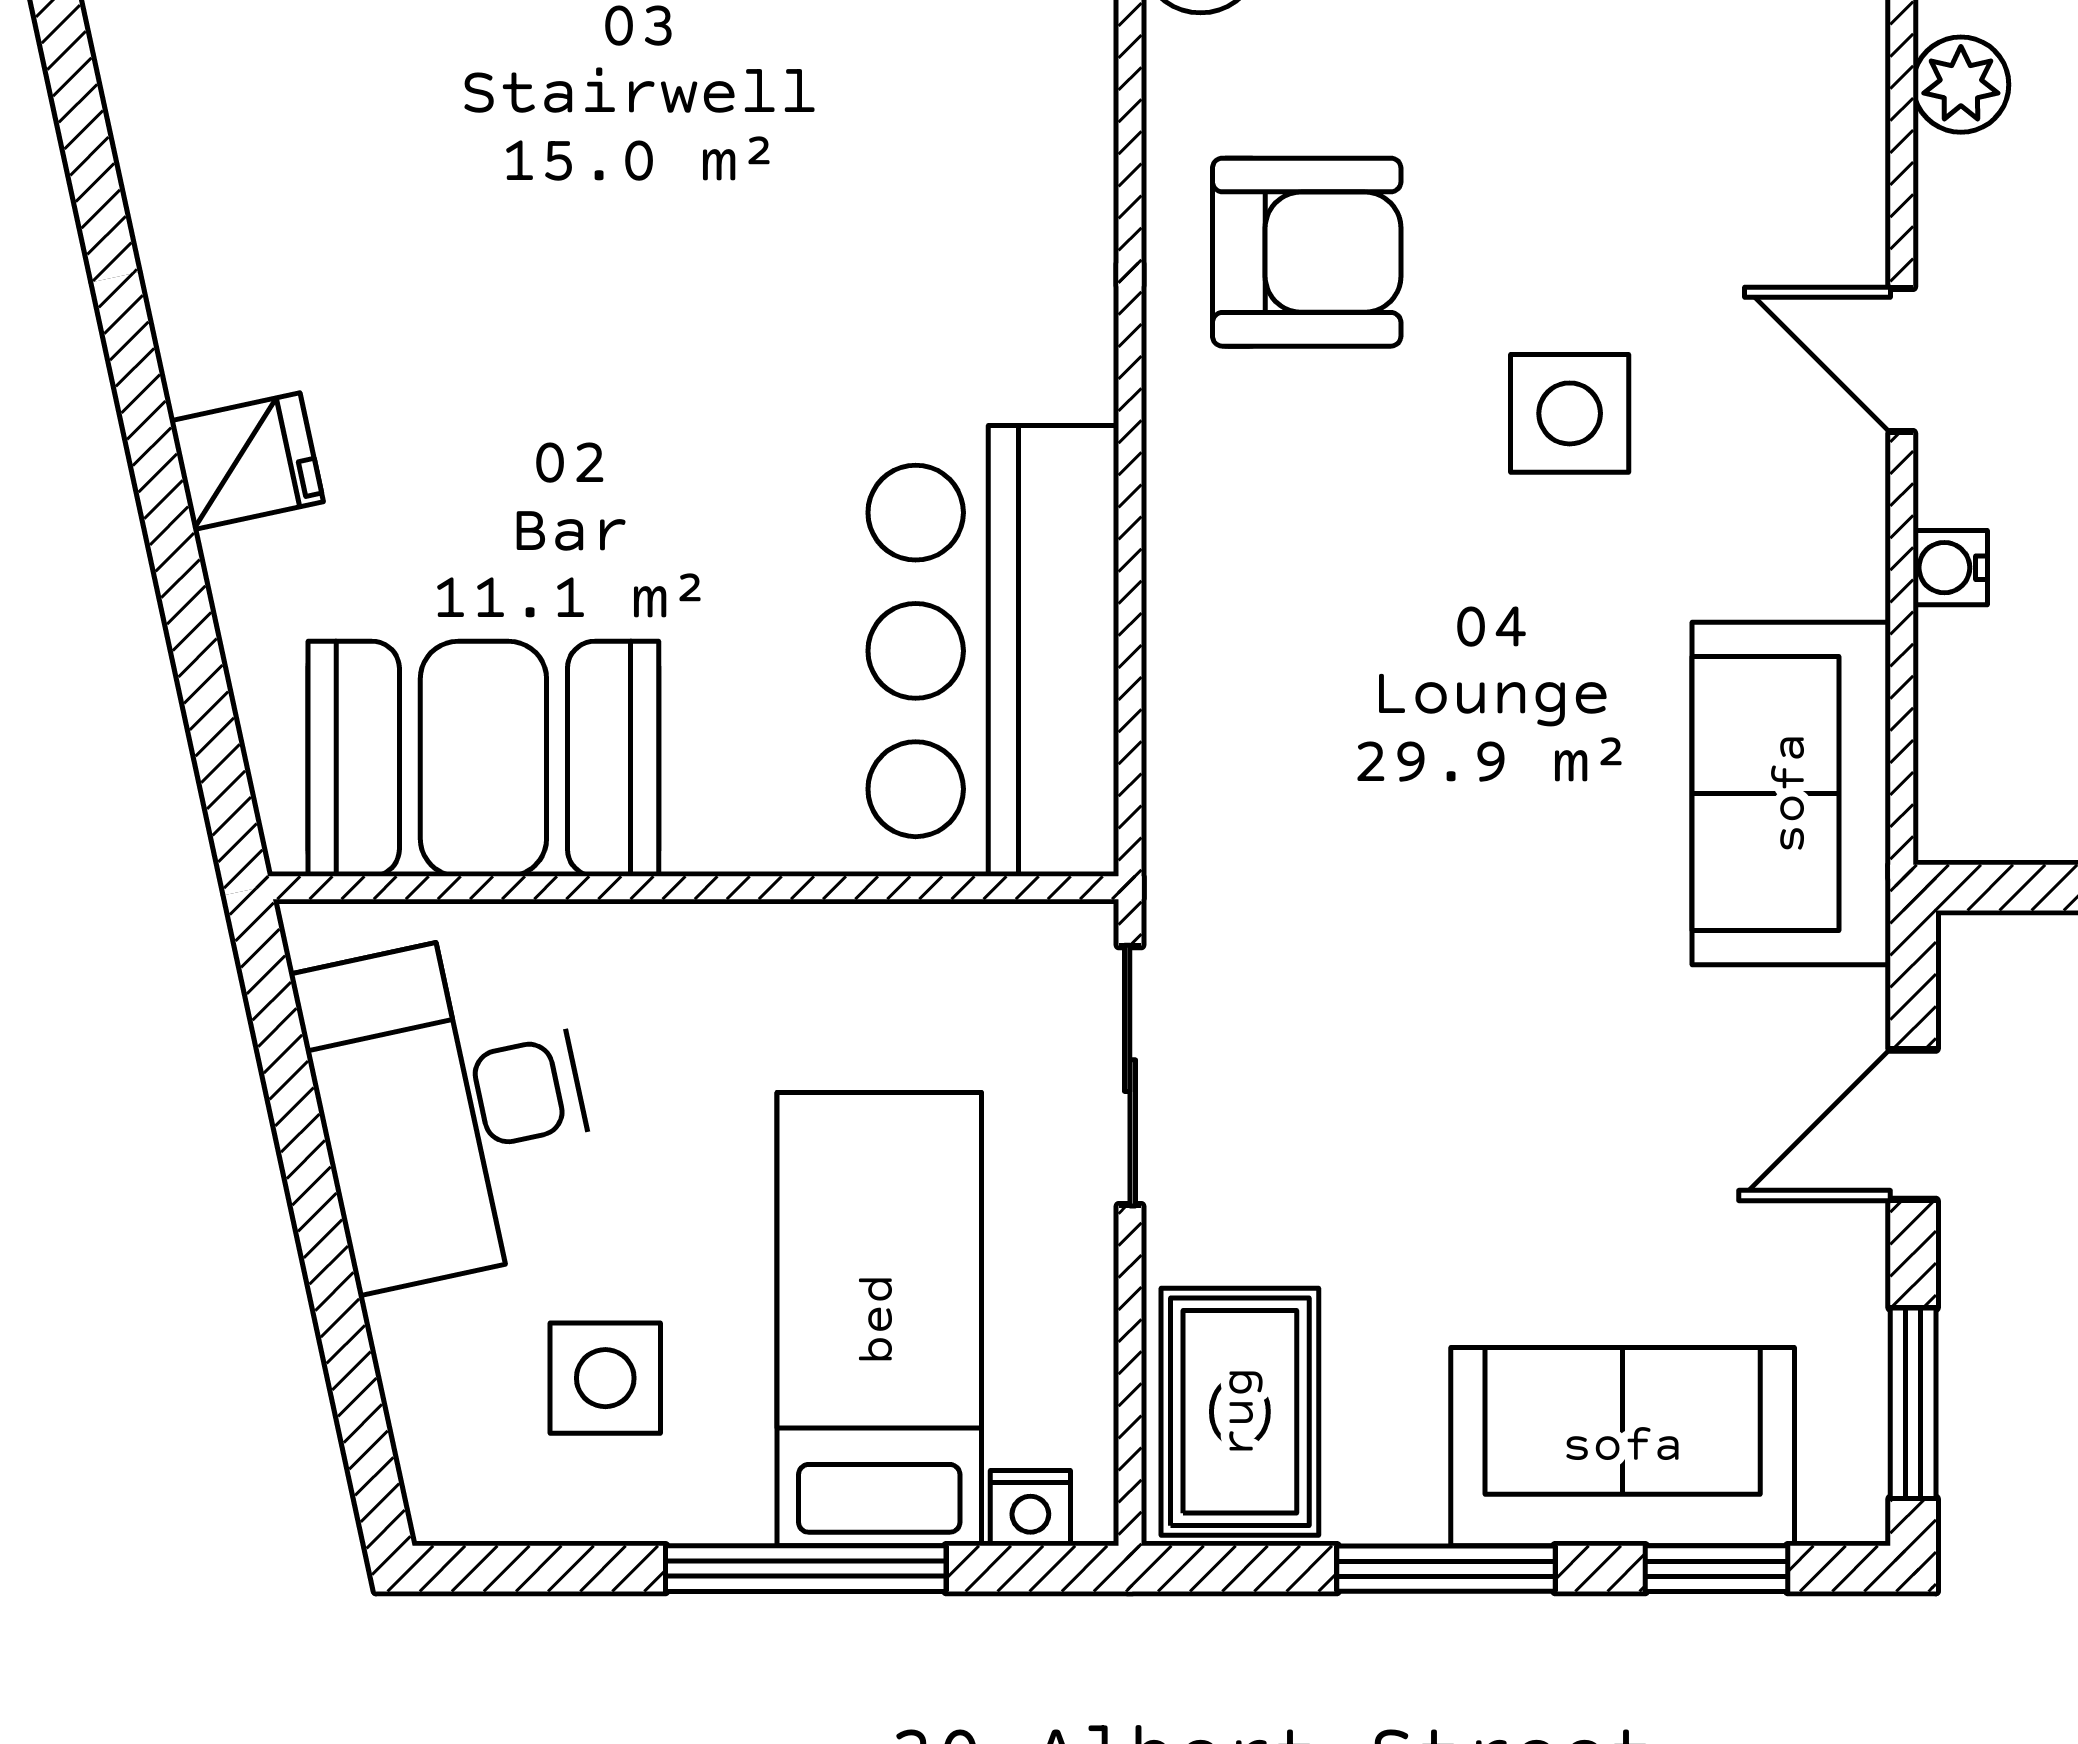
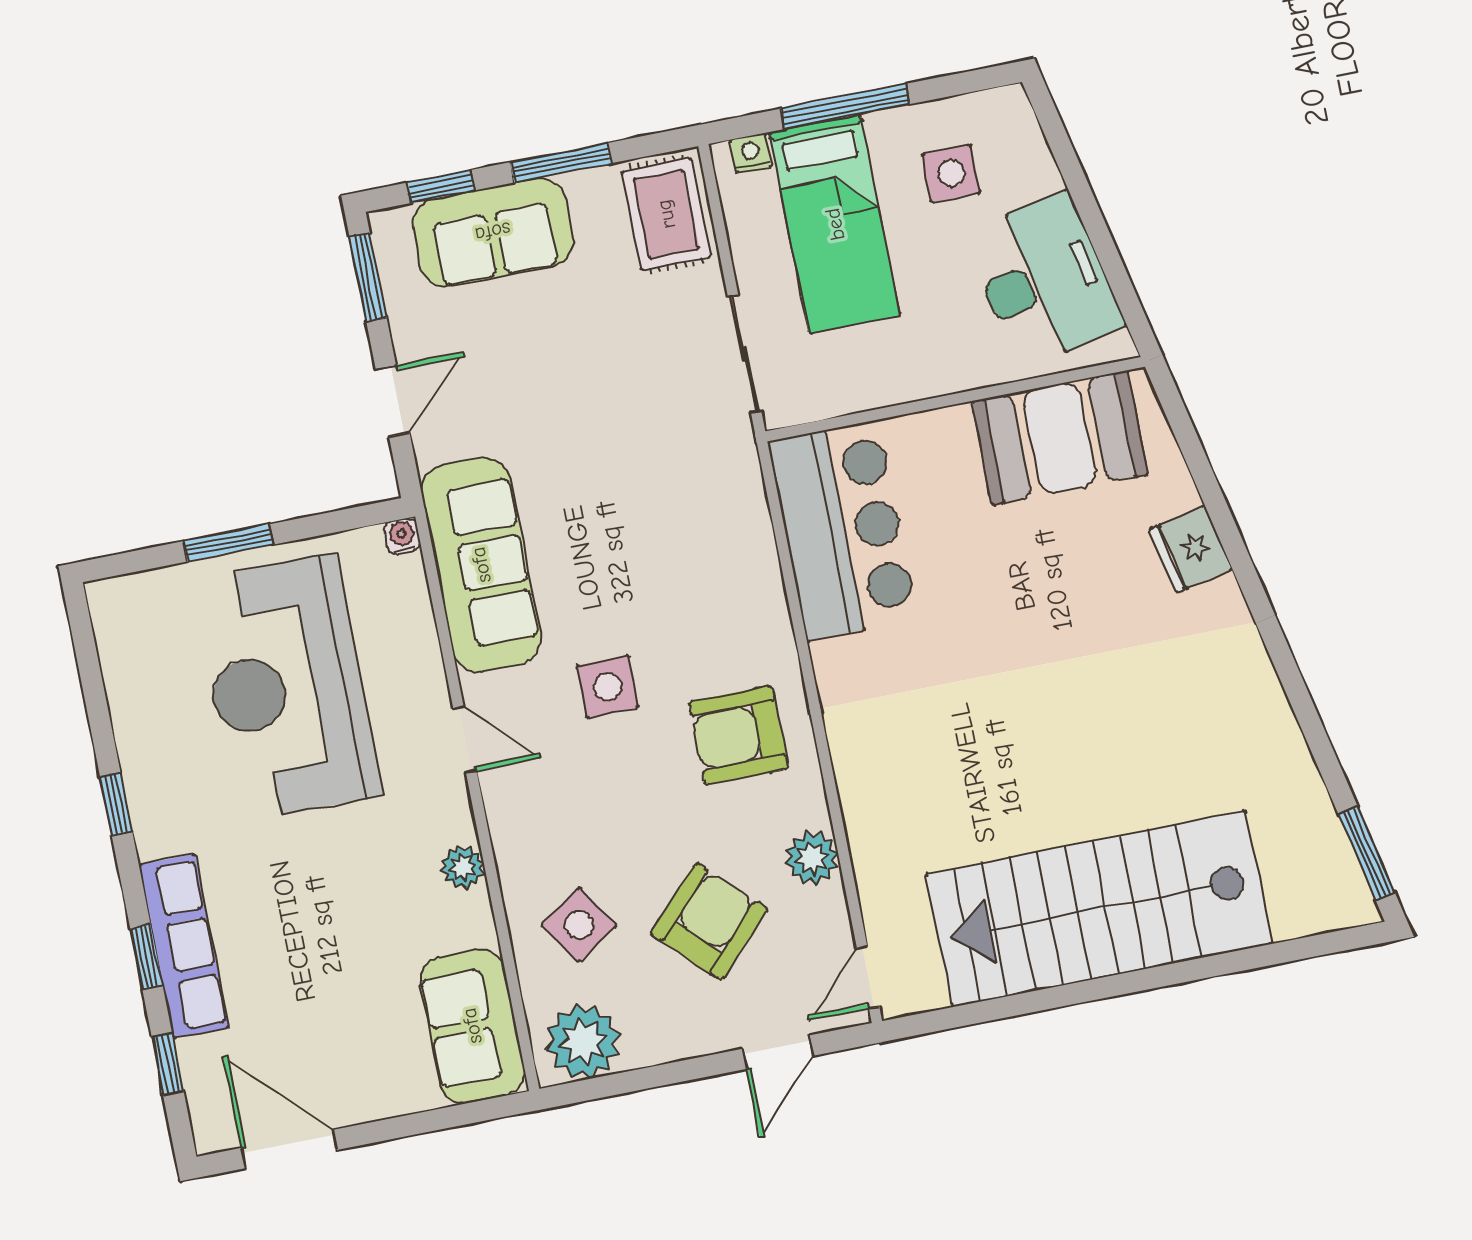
fridge: (247, 461) -> (1191, 549), width x1.38
water cooler: (1950, 568) -> (402, 536), moved, turned -90
sofa: (1791, 793) -> (481, 565), width x1.36

